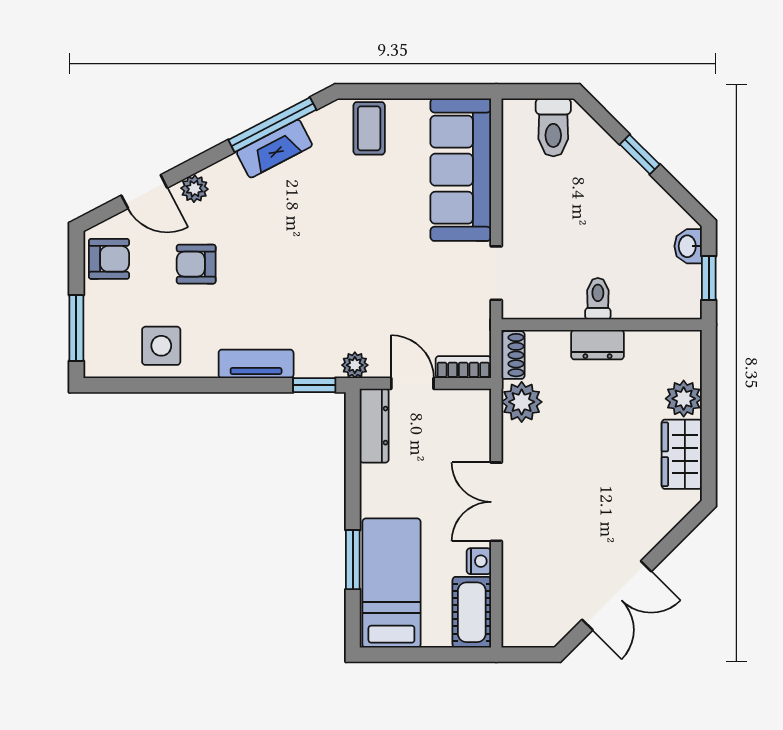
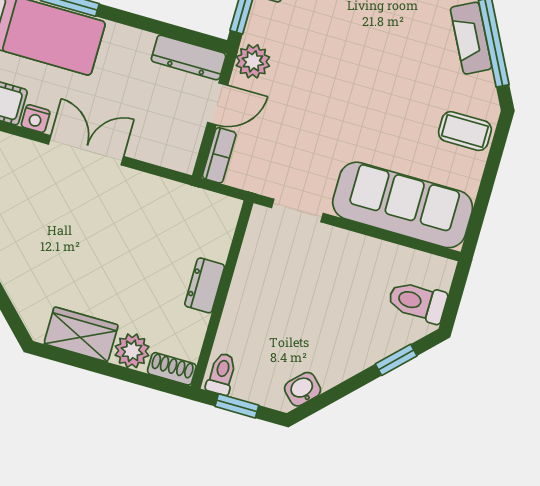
window: (640, 154) -> (396, 360), moved
washbasin: (688, 246) -> (303, 389), moved, turned -45
toilet: (598, 299) -> (222, 374), moved, turned -90
shoe rack: (513, 355) -> (172, 369), moved, turned 180
plant: (355, 365) -> (253, 61), width x1.38, depth x1.38
plant: (522, 402) -> (172, 200), removed

